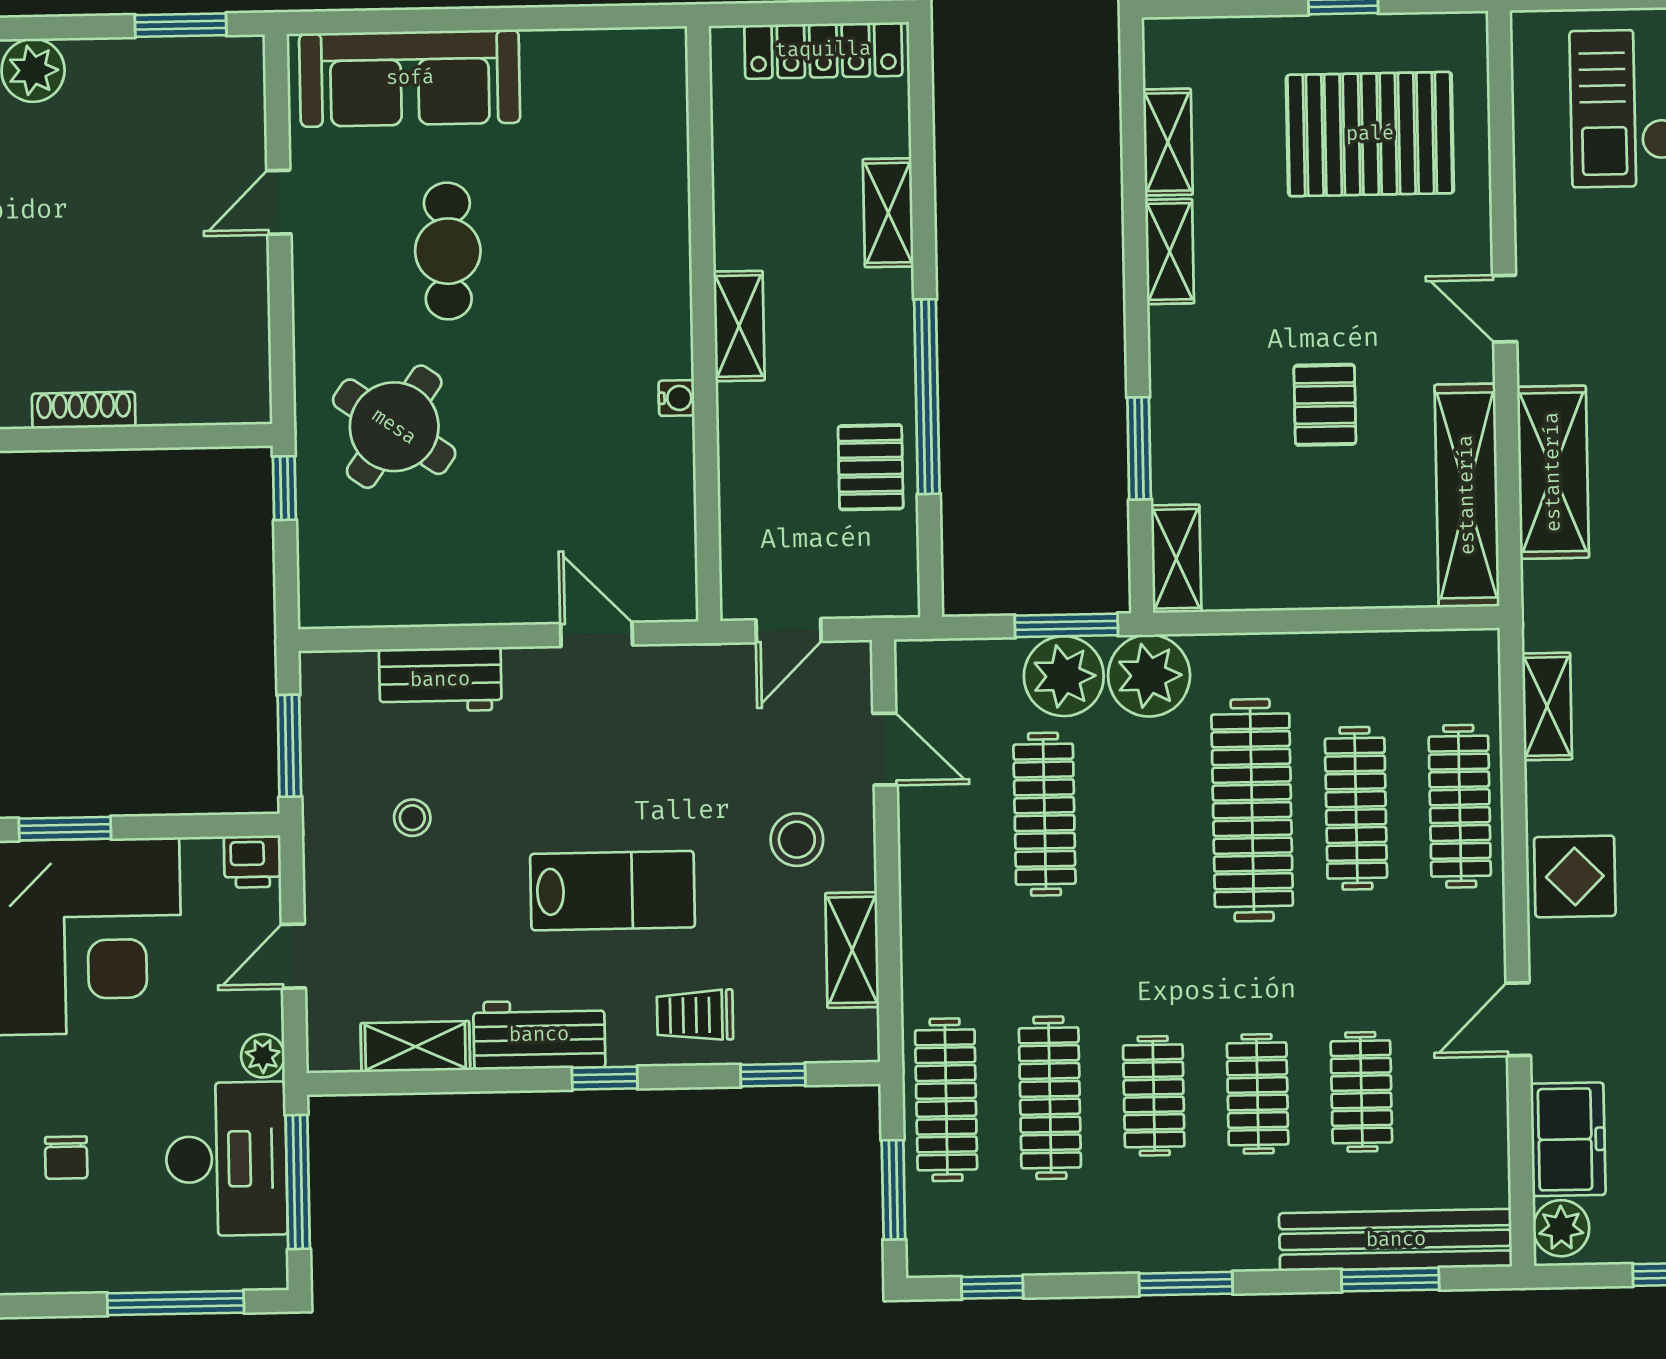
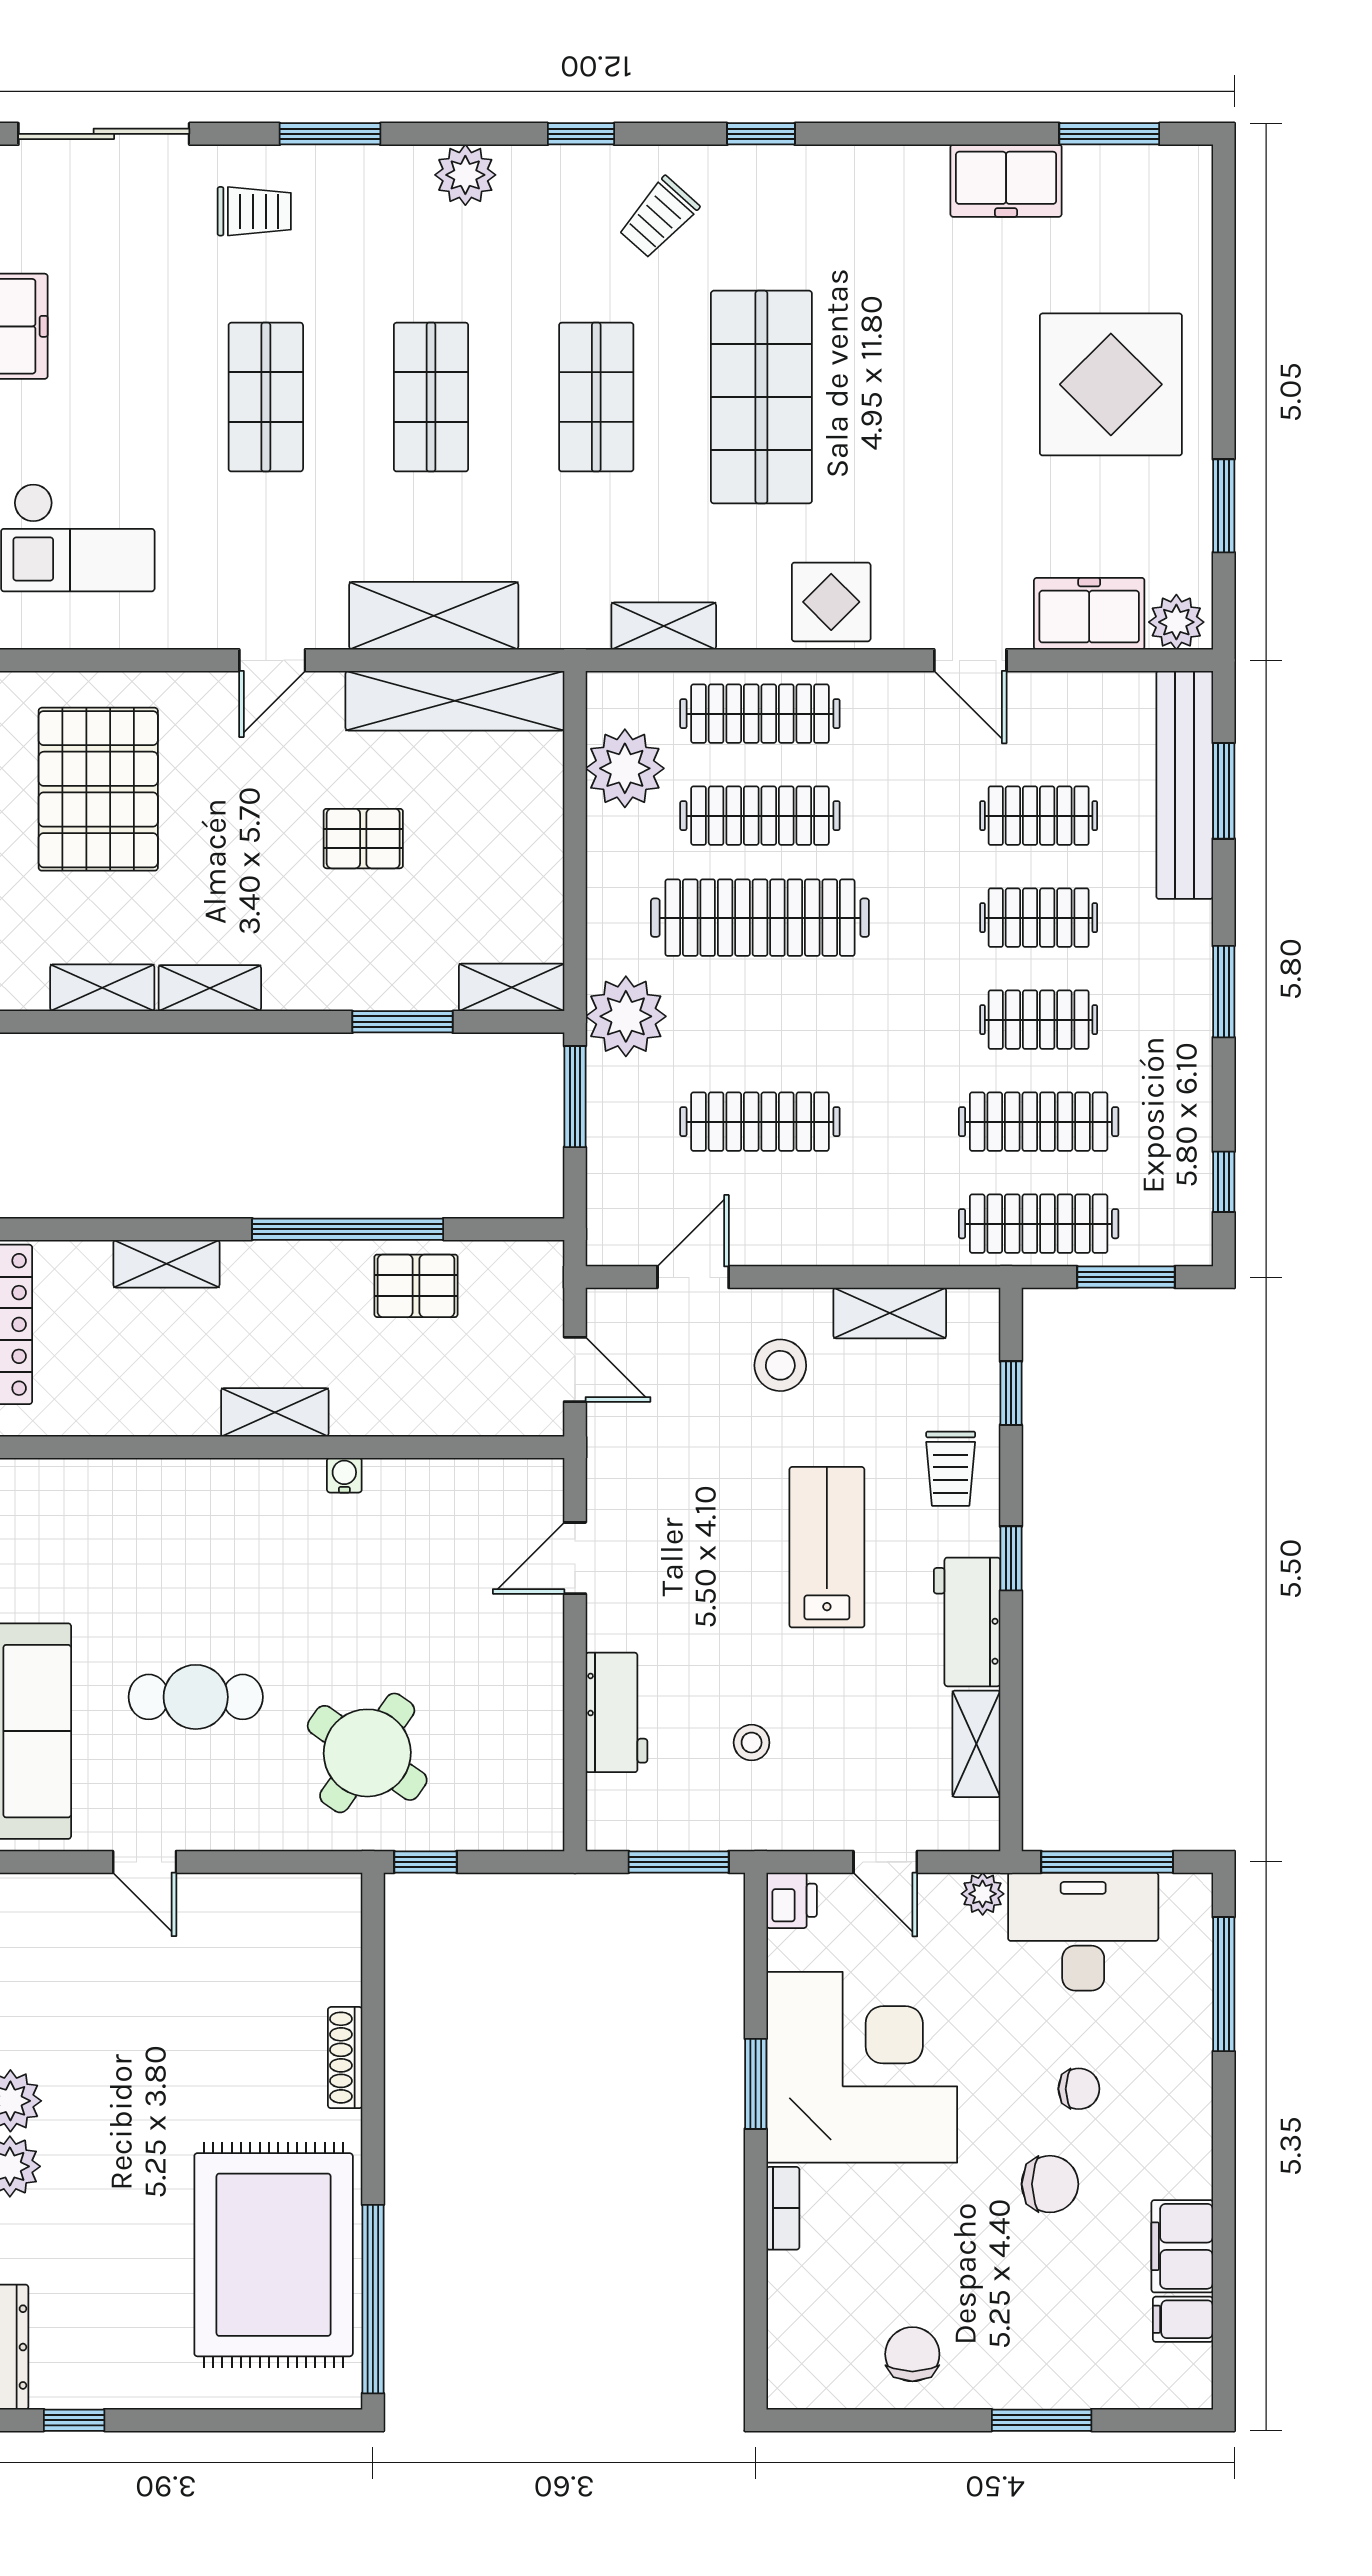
plant: (1064, 676) -> (625, 768), moved

